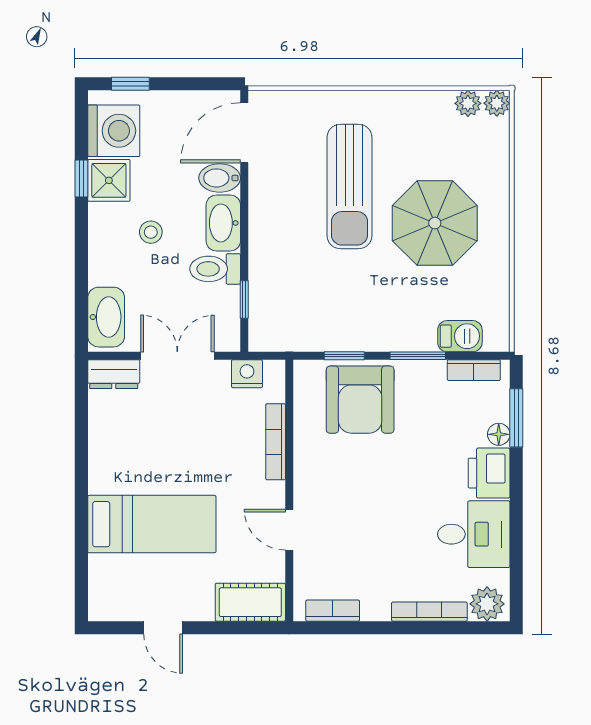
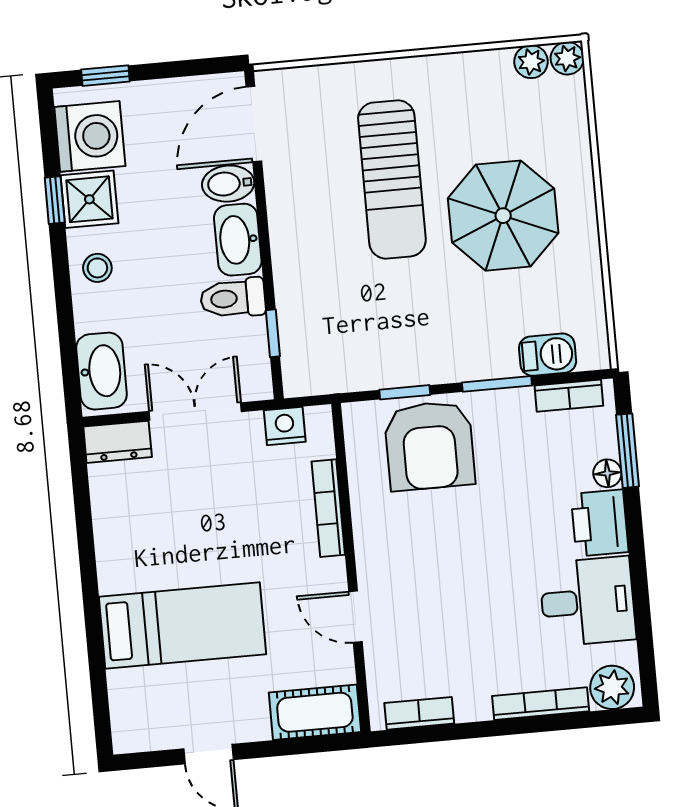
stool: (151, 232) -> (97, 268), moved

